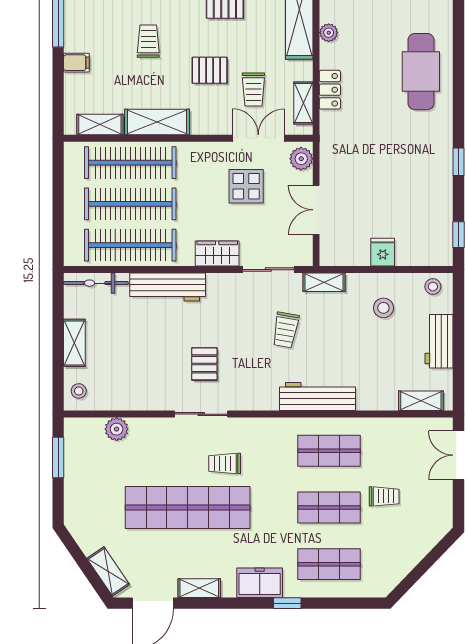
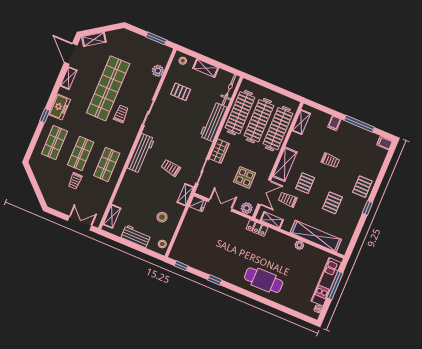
locker: (330, 90) -> (257, 228), moved
shelving: (157, 122) -> (285, 164), moved
fridge: (383, 252) -> (198, 204), moved
pallet: (204, 364) -> (181, 92), moved
workbench: (317, 397) -> (141, 153), moved

